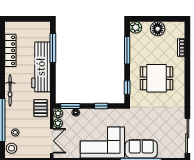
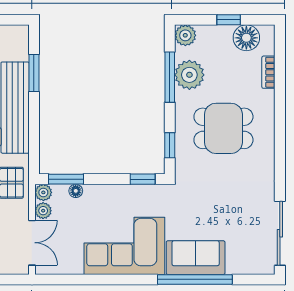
window: (159, 19) -> (229, 20), added
floor lamp: (158, 29) -> (246, 38), moved
window: (53, 48) -> (34, 73), width x0.69
plant: (138, 49) -> (189, 75), added
window: (101, 106) -> (143, 179), moved

